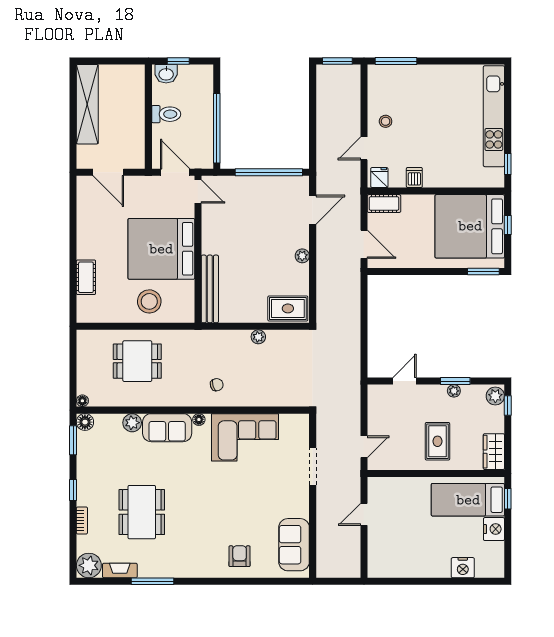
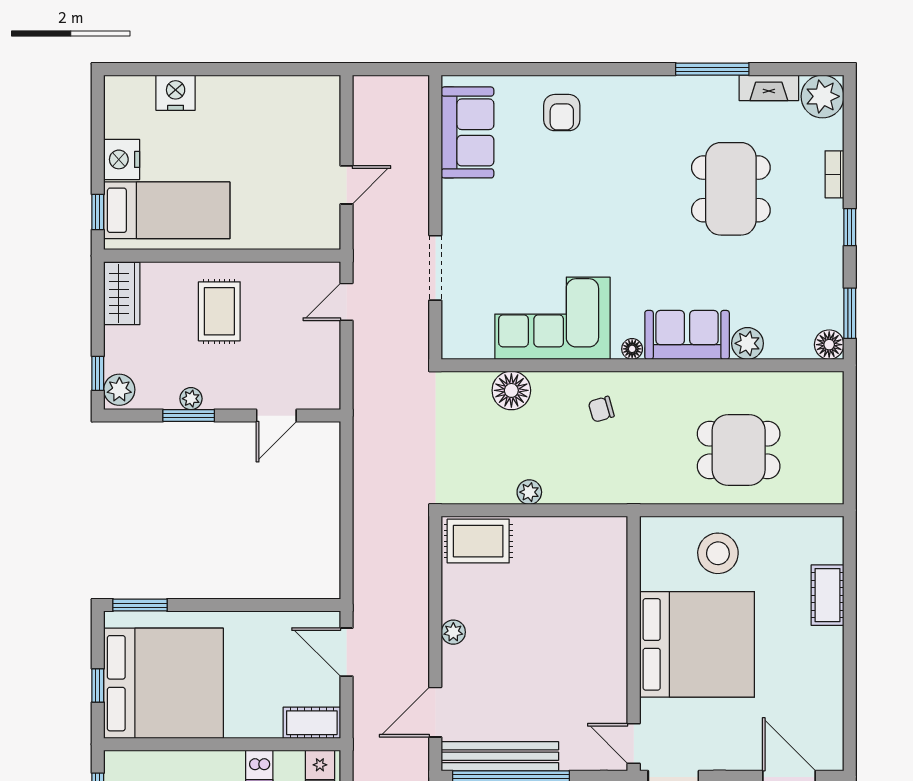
bench: (210, 289) -> (500, 756), moved, turned 90
floor lamp: (82, 401) -> (511, 390), moved, width x1.89, depth x1.89

